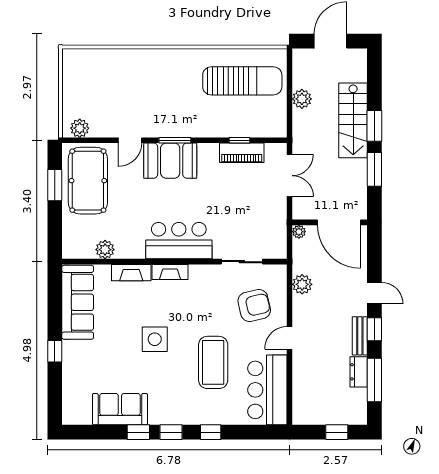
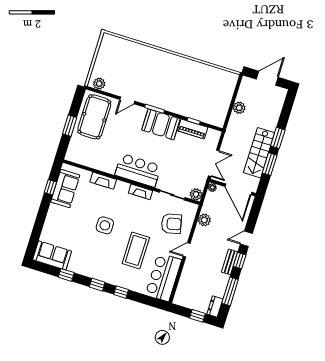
sun lounger: (242, 81) -> (206, 86), removed
stairs: (353, 120) -> (259, 153), moved
booth: (170, 161) -> (161, 124), moved
double door: (290, 176) -> (214, 163), moved
window: (55, 185) -> (70, 126), moved
plant: (105, 250) -> (196, 194), moved
fireplace: (170, 272) -> (140, 192), moved
door: (374, 293) -> (246, 239), swing flipped
sofa: (78, 302) -> (65, 189), width x0.73
window: (55, 351) -> (50, 187), moved
dresser: (359, 372) -> (215, 306), moved
sofa: (120, 409) -> (52, 255), moved
window: (138, 432) -> (66, 275), moved

